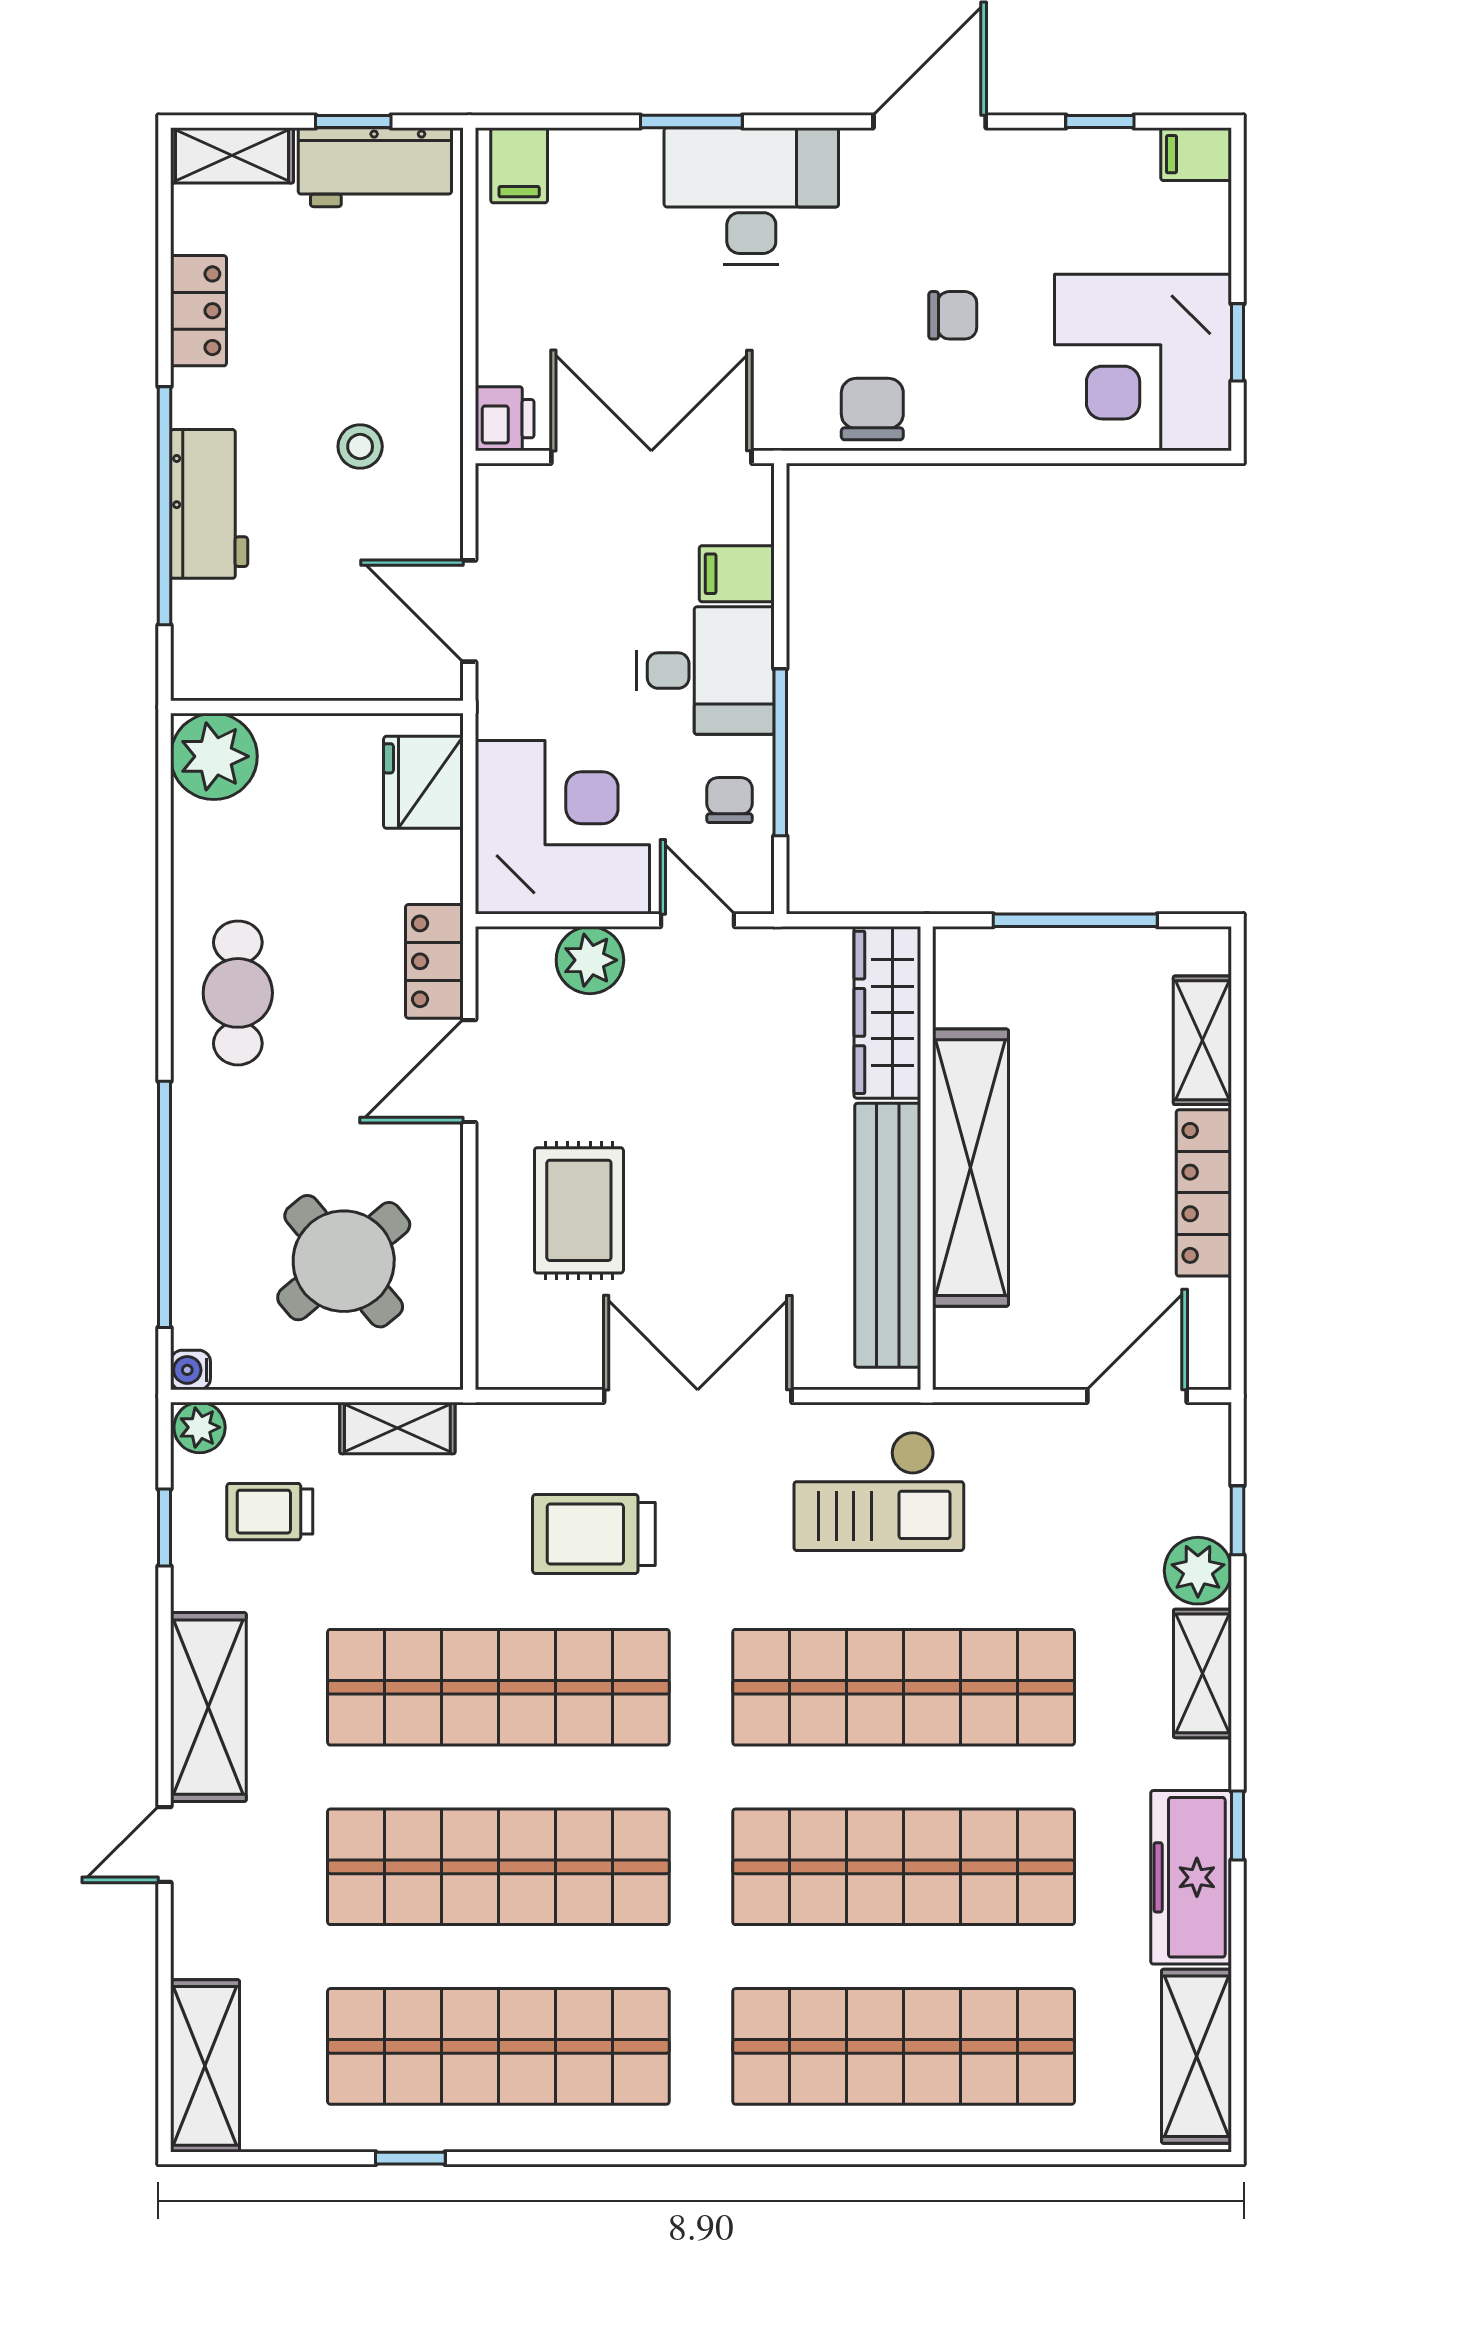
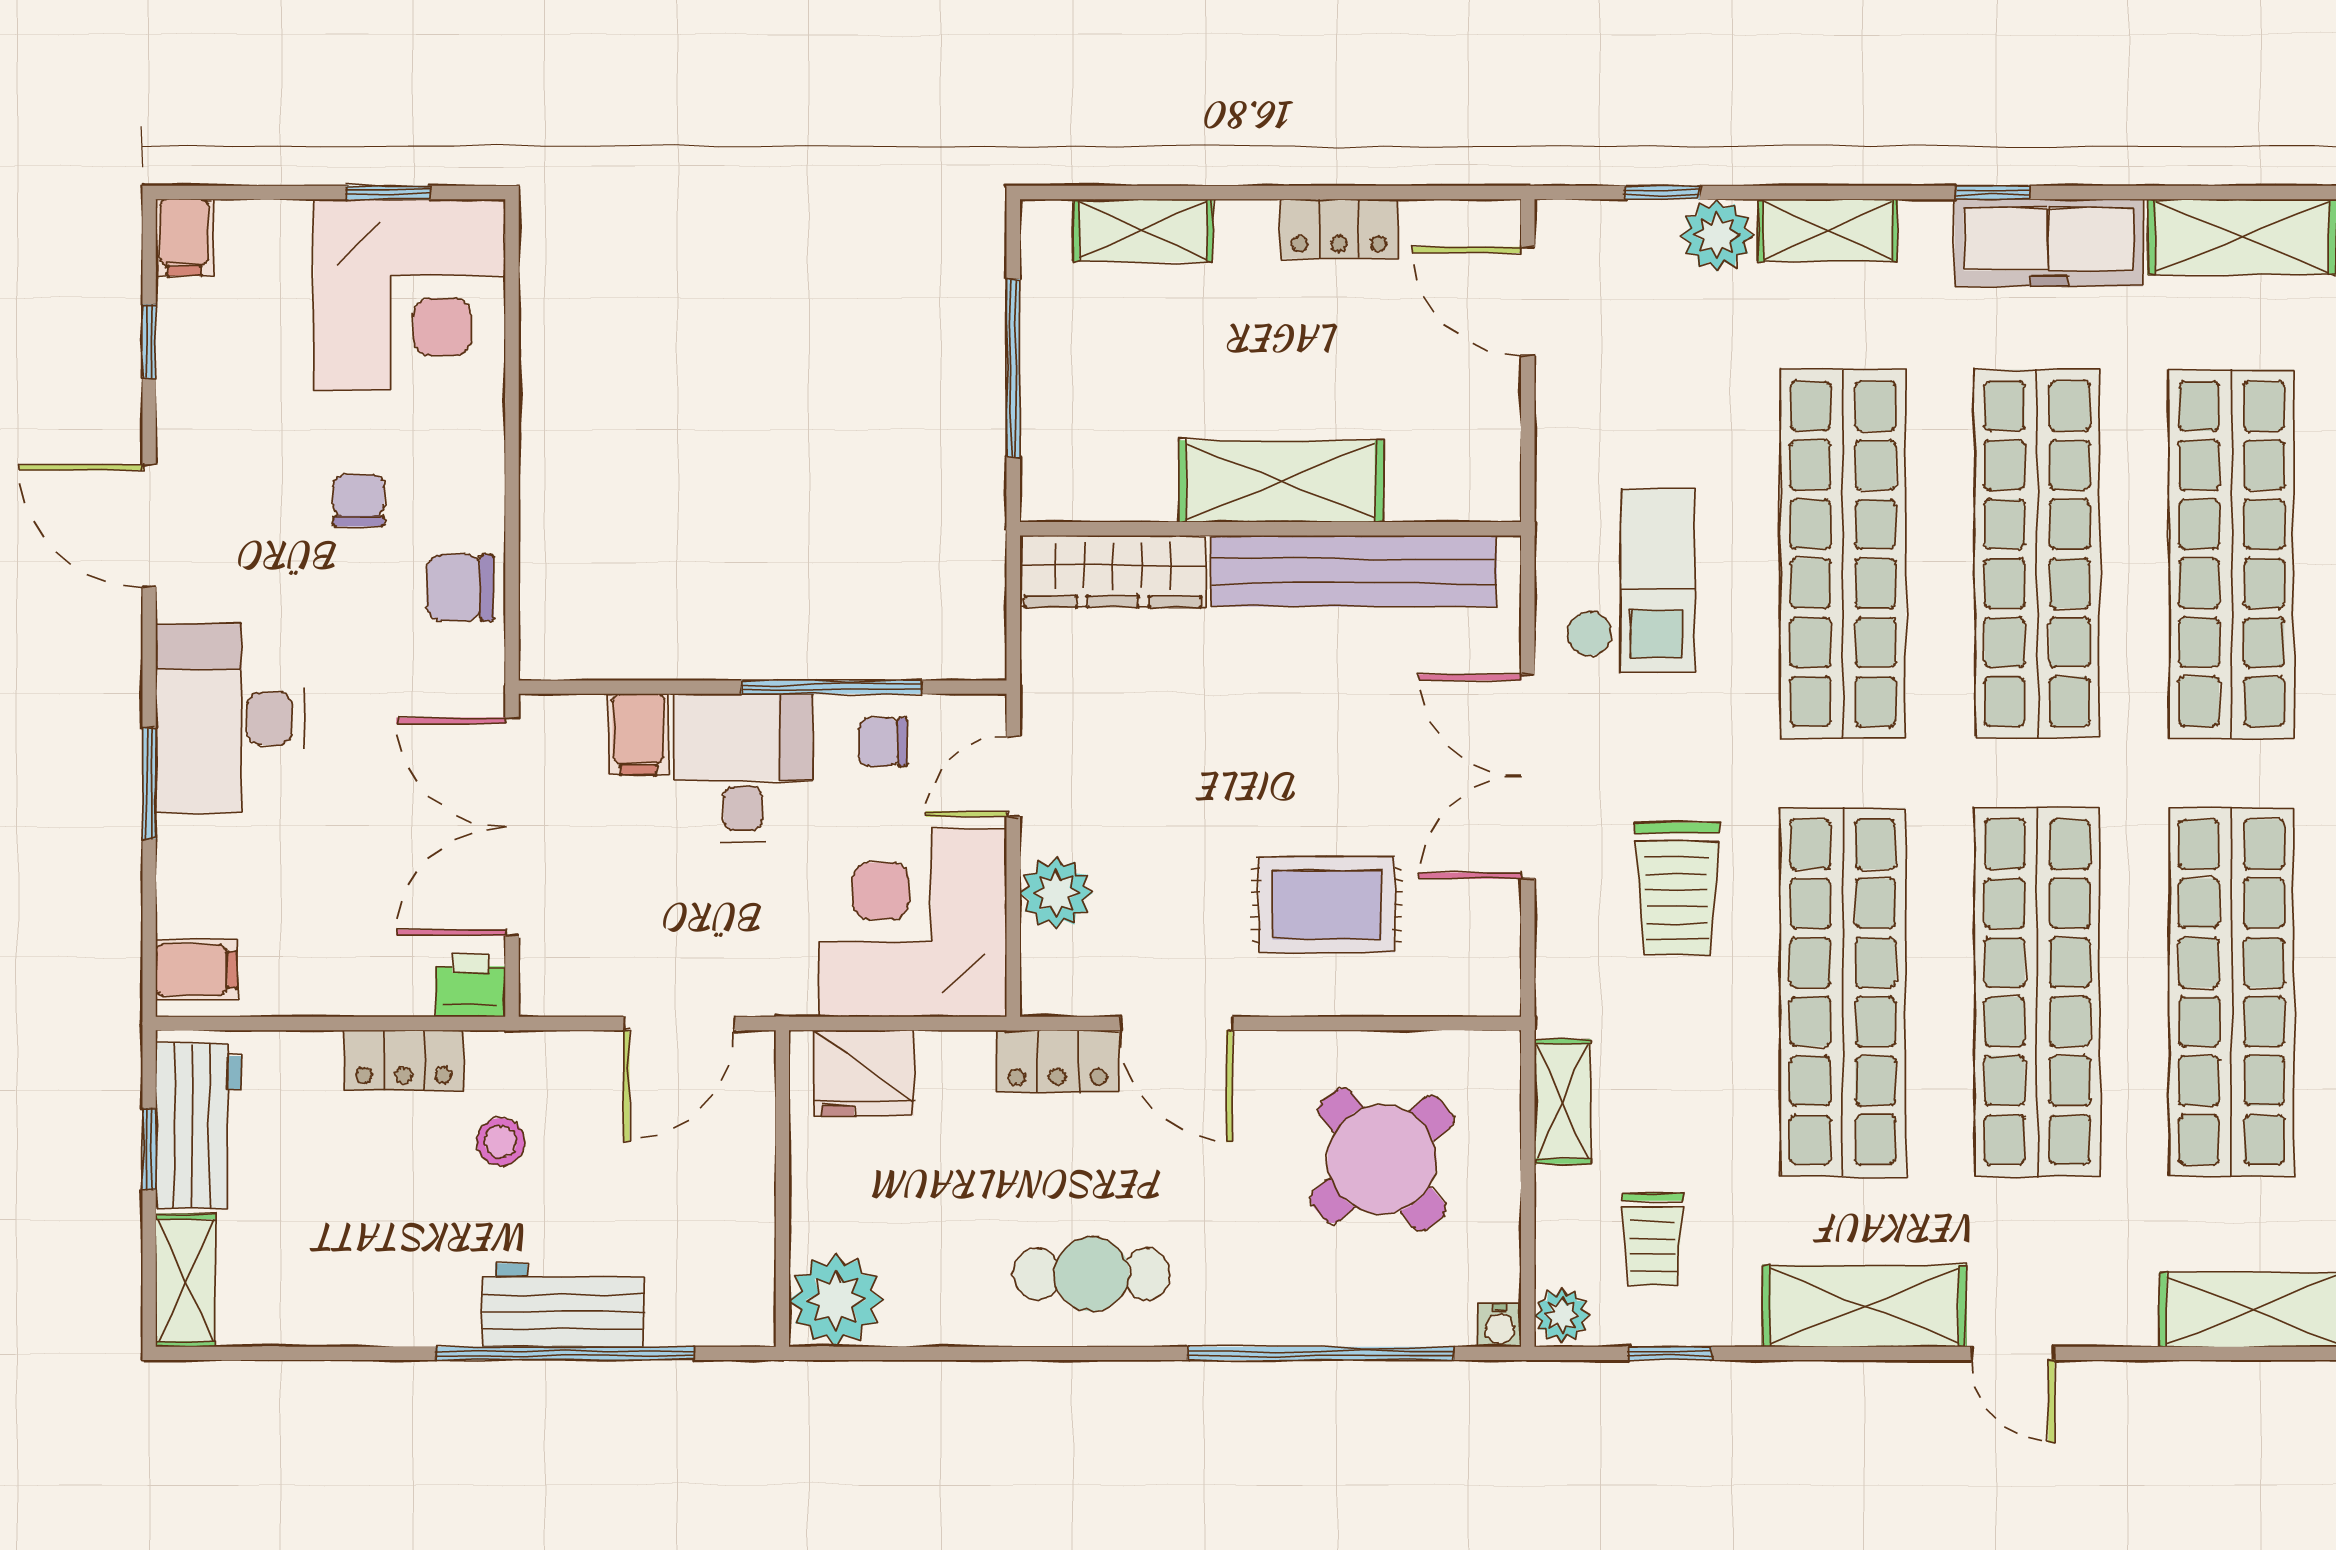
locker: (198, 311) -> (404, 1060), moved, turned 180
shelving: (971, 1168) -> (1281, 481), width x0.68
locker: (1204, 1193) -> (1339, 229), width x0.66

